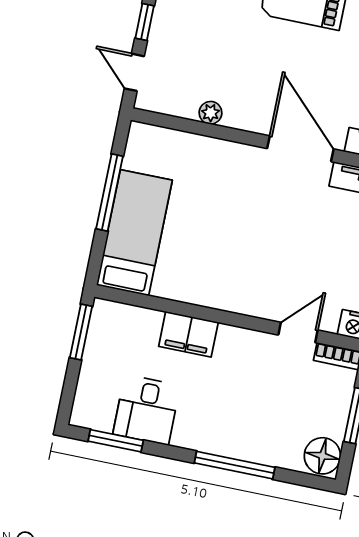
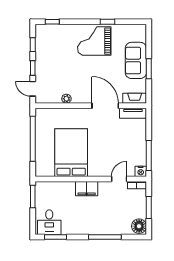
window: (110, 192) -> (33, 139), width x1.46
bed: (134, 233) -> (71, 153), moved, width x1.50
filing cabinet: (188, 334) -> (87, 189), moved
desk: (147, 410) -> (49, 222), moved

